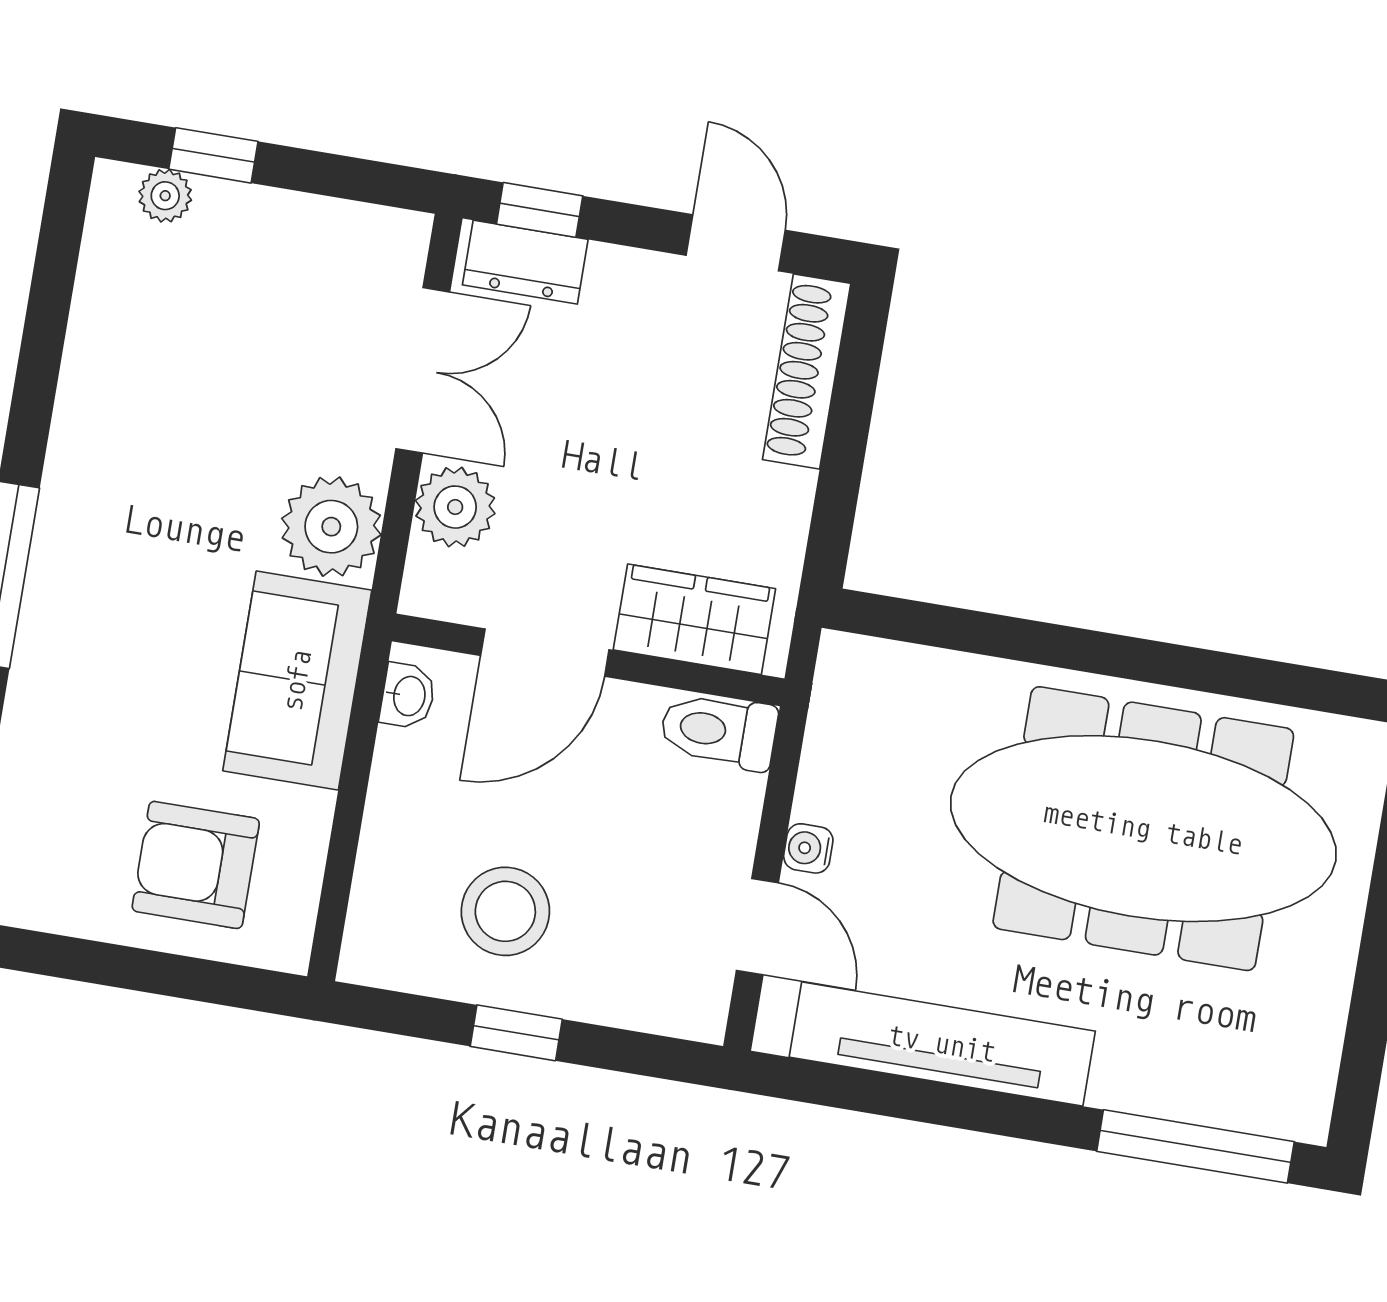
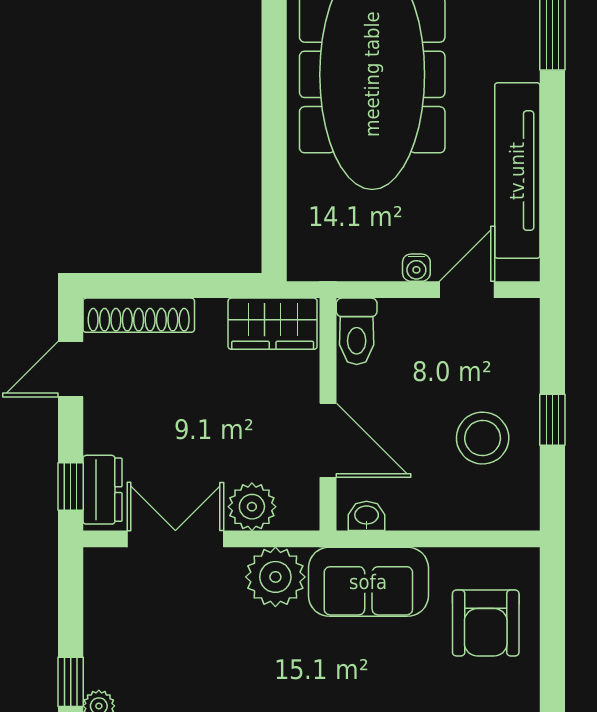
wardrobe: (694, 619) -> (273, 324), moved, turned -90

